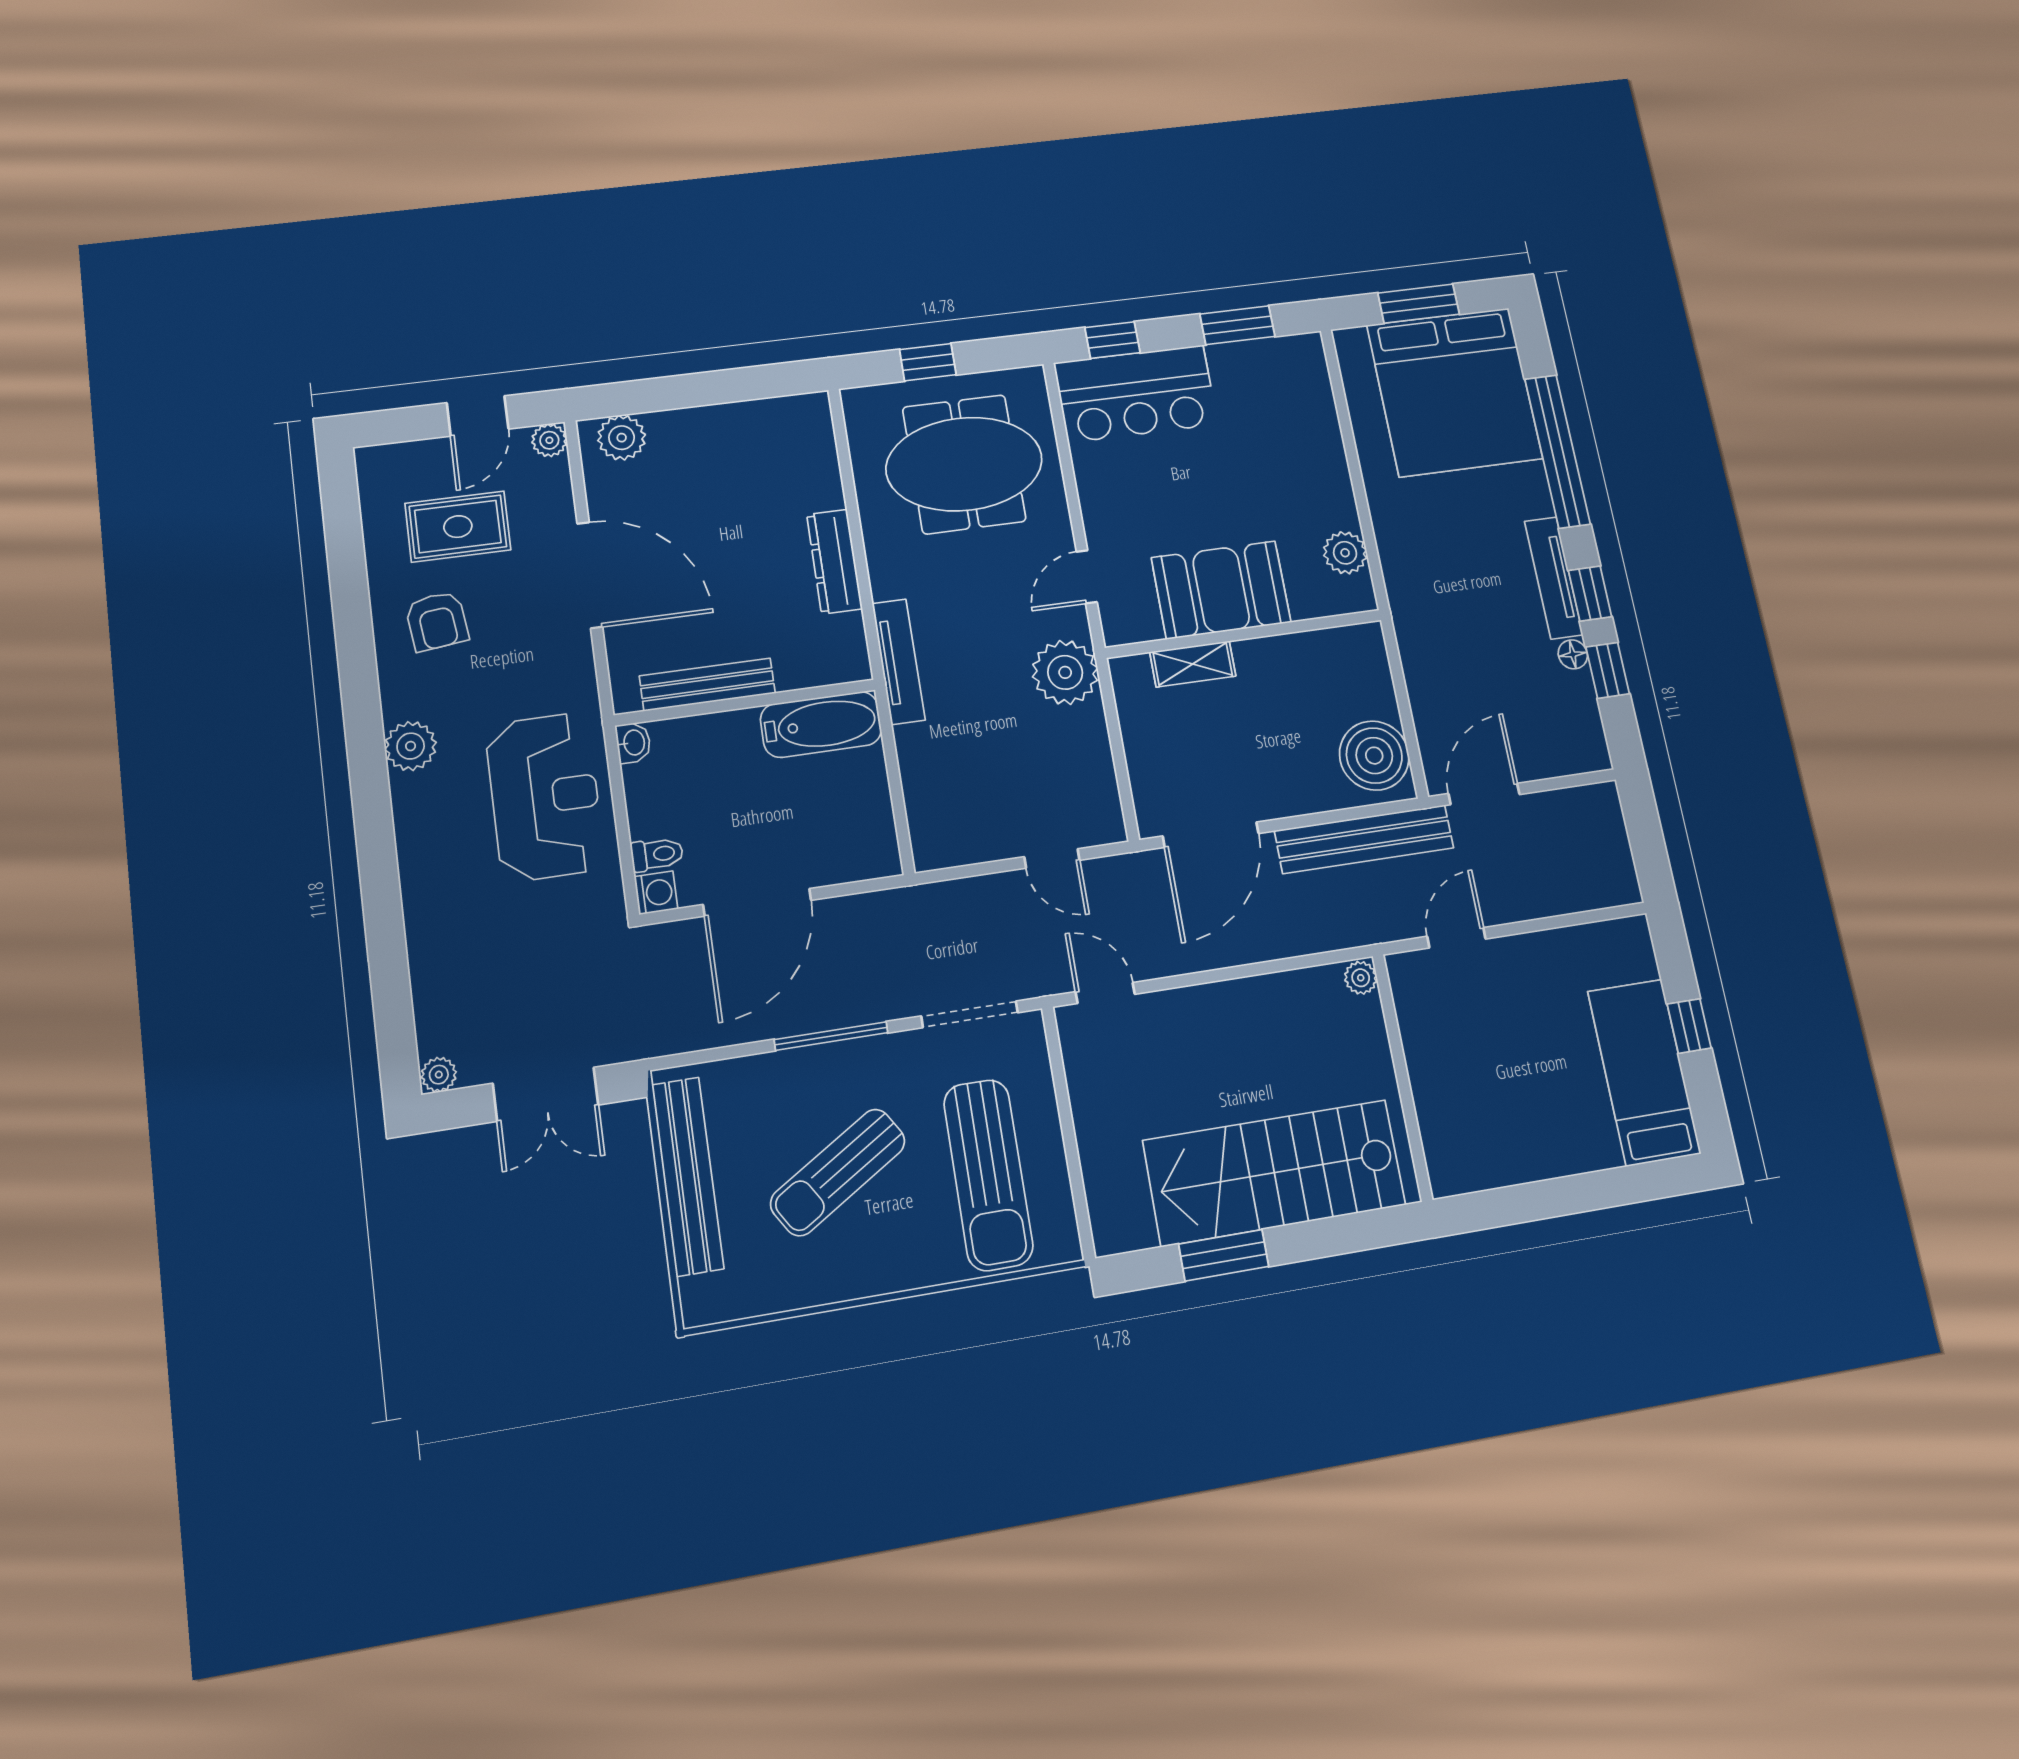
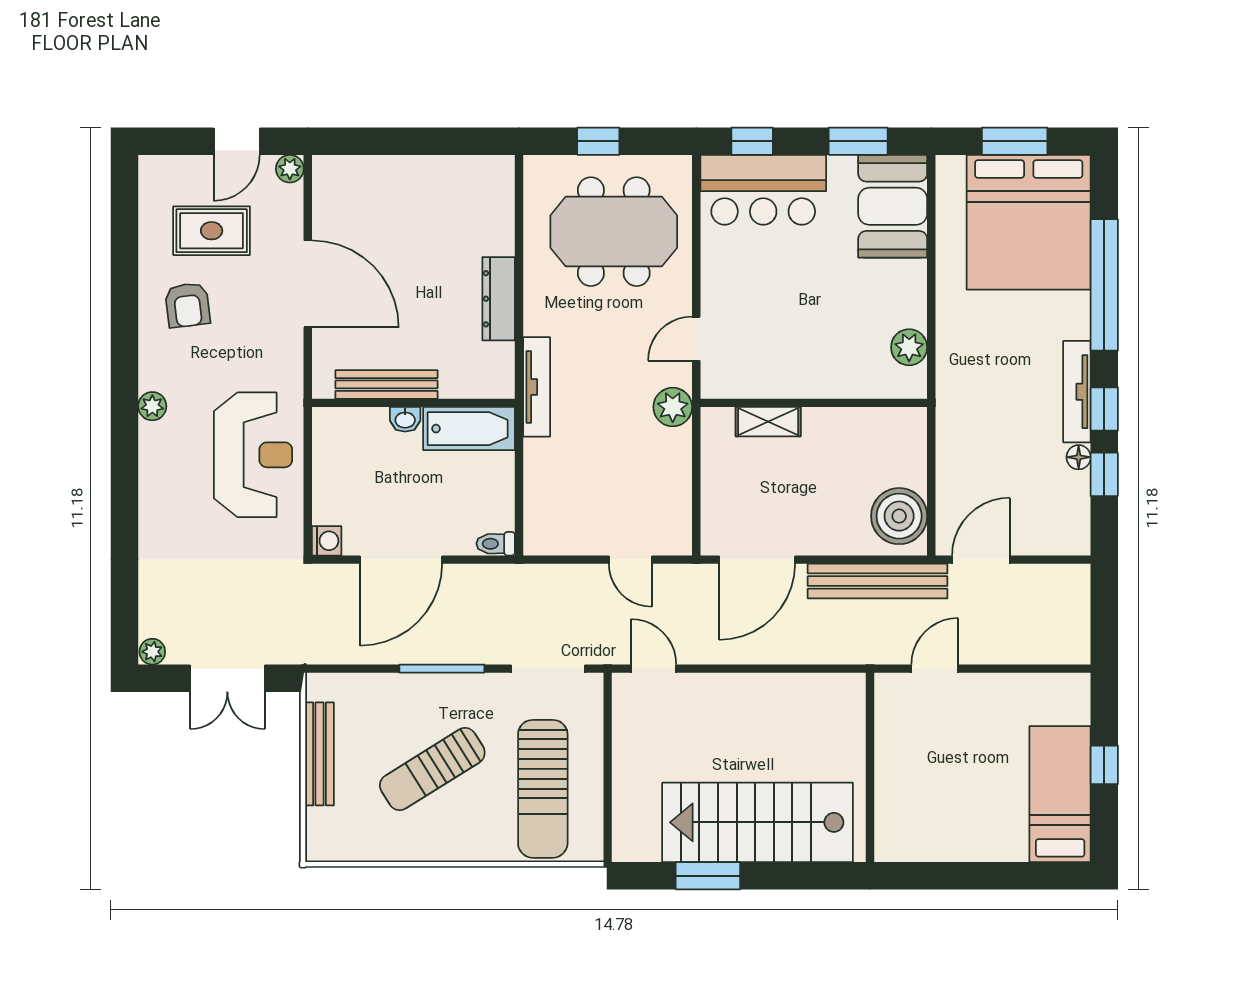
plant: (622, 438) -> (346, 174), removed
booth: (1221, 590) -> (893, 206), moved, turned 90
plant: (1065, 672) -> (673, 407), width x0.73, depth x0.73
washbasin: (633, 743) -> (405, 419), moved, turned 90
plant: (411, 746) -> (152, 406), width x0.73, depth x0.73
toilet: (657, 854) -> (496, 544), moved, turned 180
plant: (1361, 978) -> (853, 688), removed
bench: (688, 1176) -> (319, 754), width x0.73, depth x0.82

